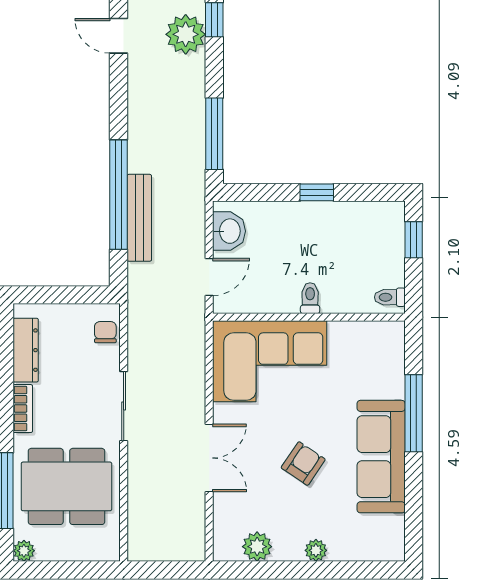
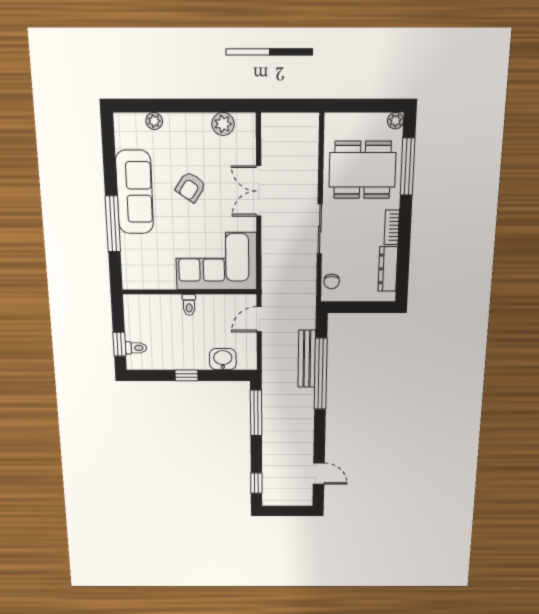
plant: (186, 34) -> (275, 474), removed
washbasin: (229, 231) -> (223, 359), moved, turned 90
toilet: (390, 297) -> (136, 348), moved
plant: (316, 550) -> (154, 121), moved

